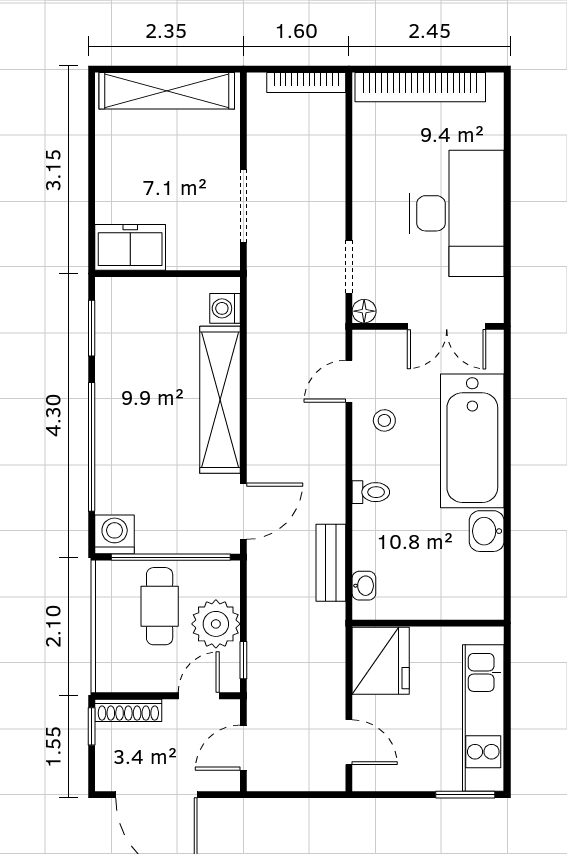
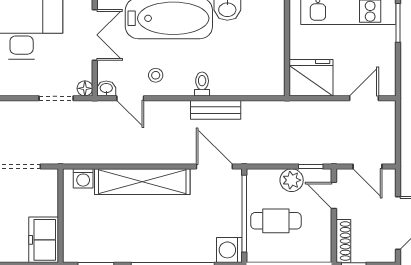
bench: (331, 563) -> (216, 110), moved
washbasin: (364, 586) -> (106, 88), moved
plant: (216, 624) -> (292, 180), width x0.73, depth x0.73

